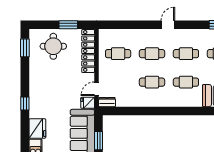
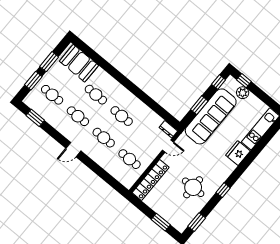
window: (68, 25) -> (161, 222), moved
round table: (53, 46) -> (193, 187), moved
window: (25, 103) -> (223, 190), moved
fridge: (88, 103) -> (184, 141), removed

